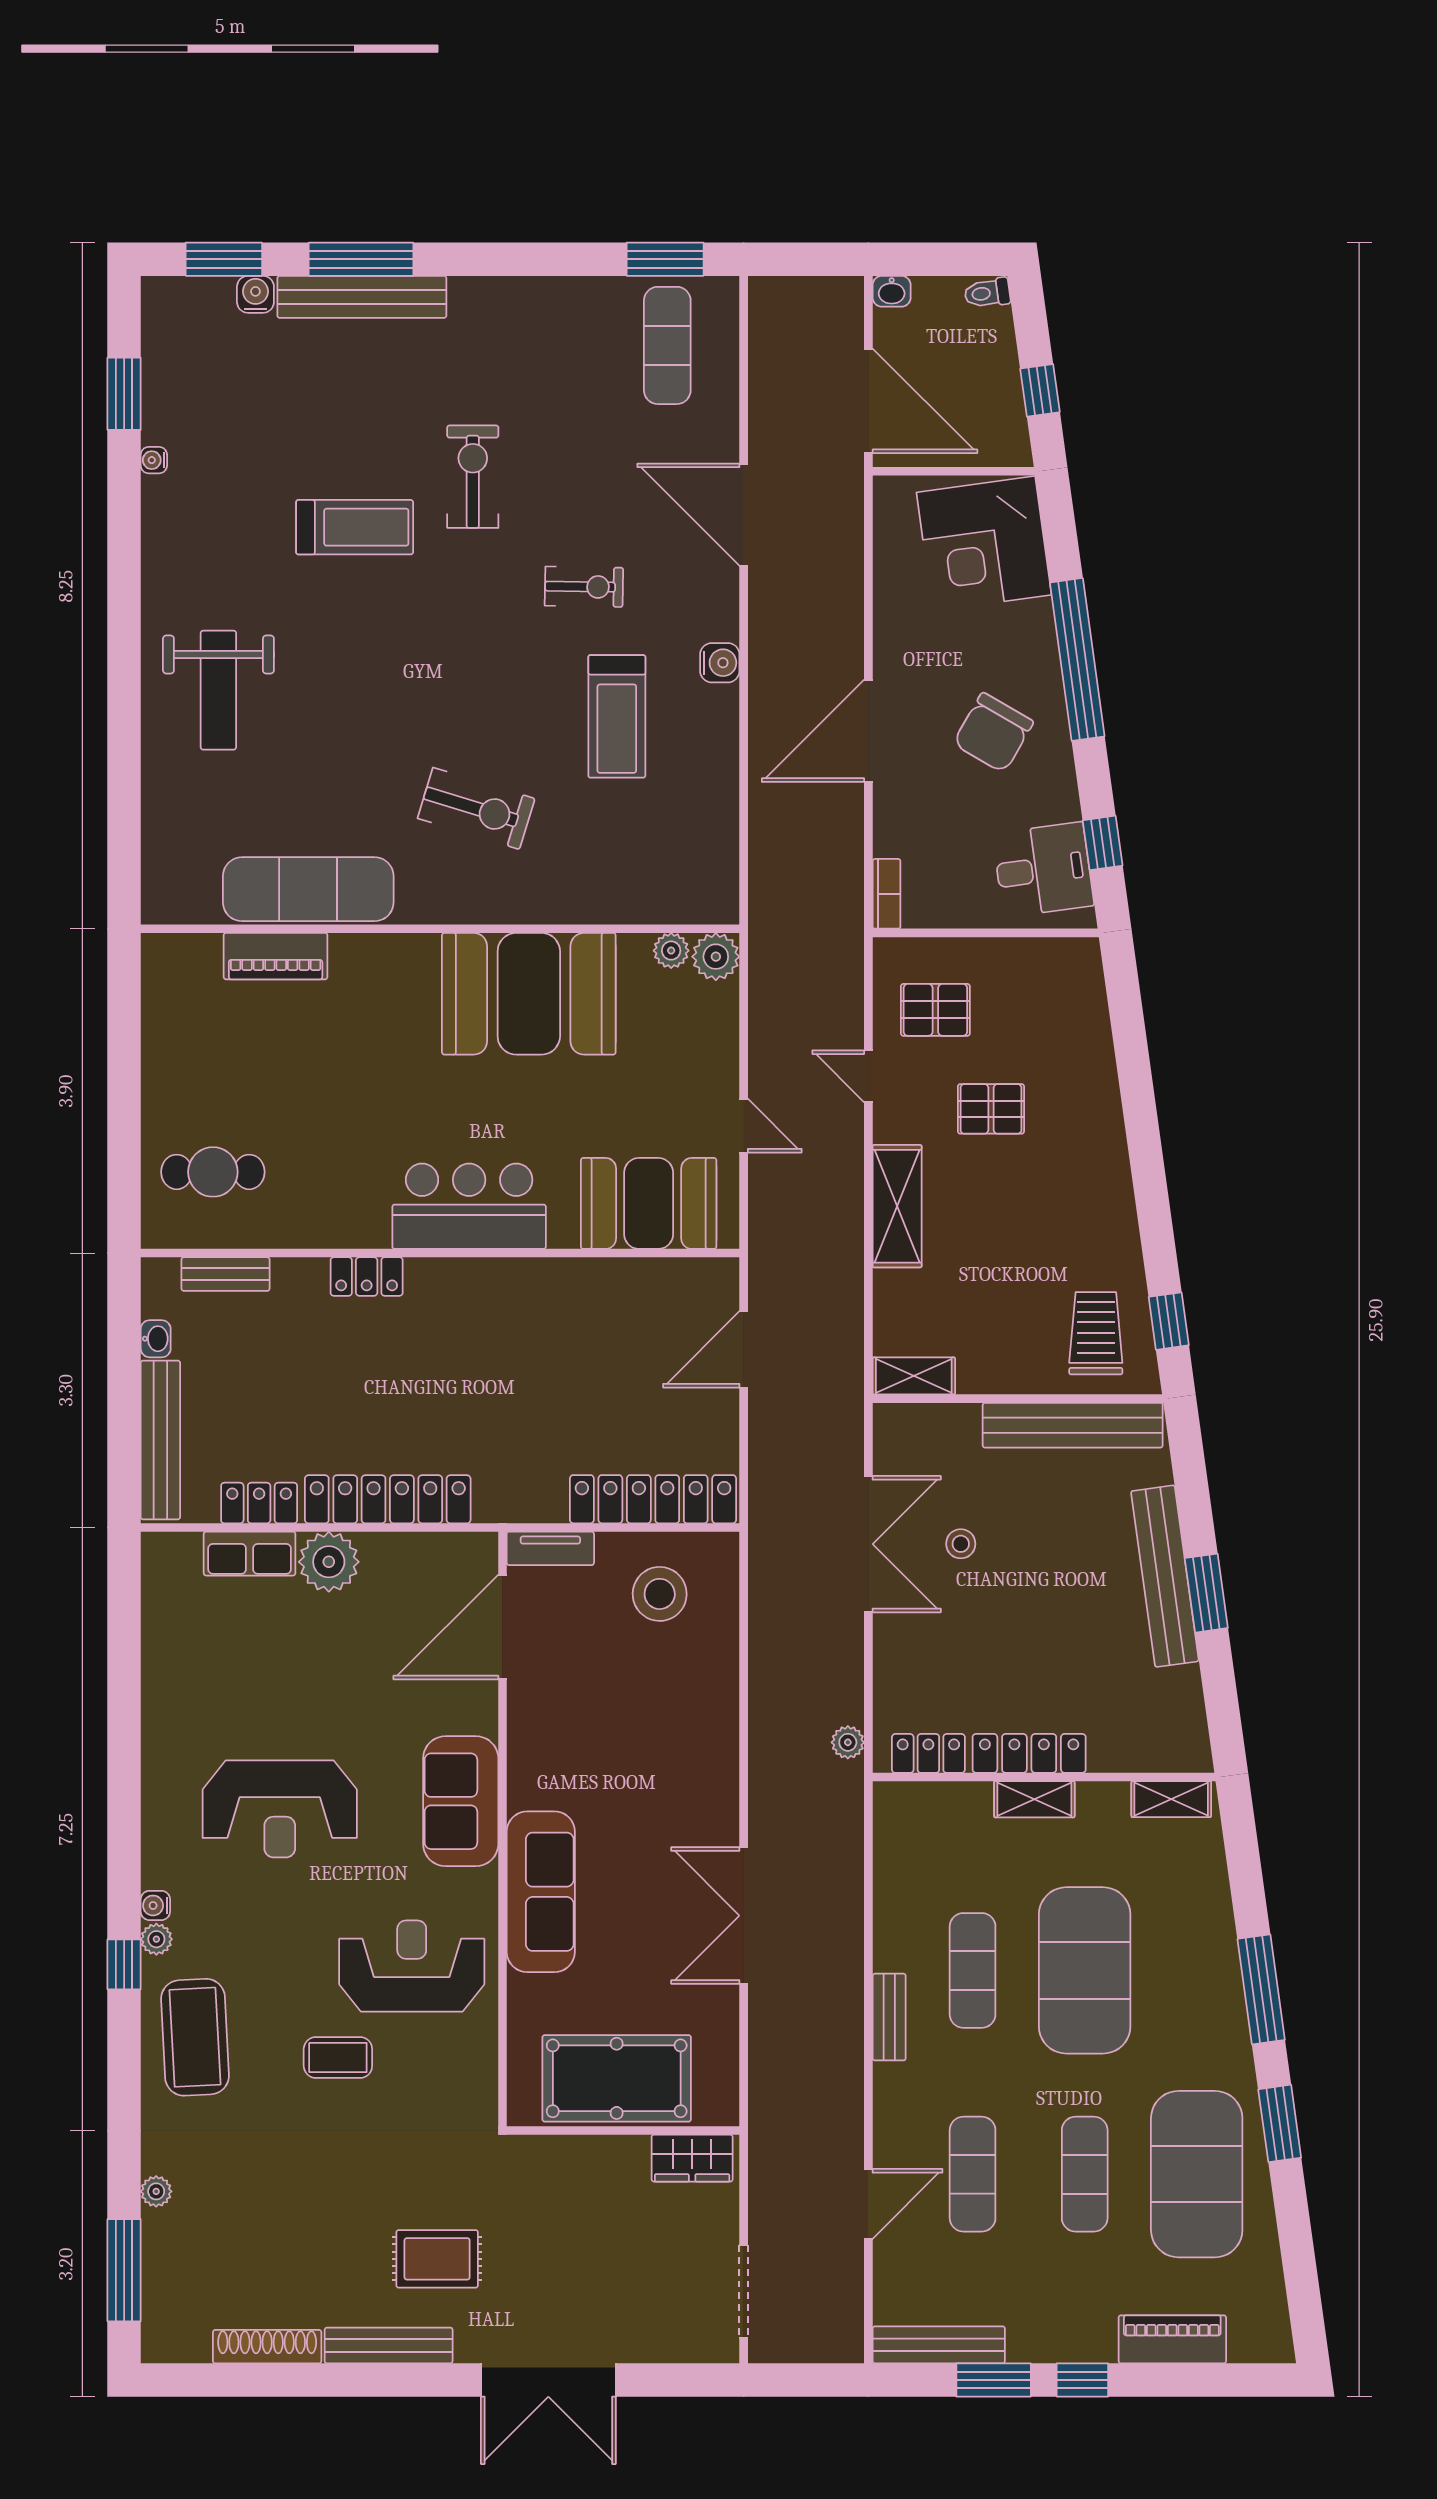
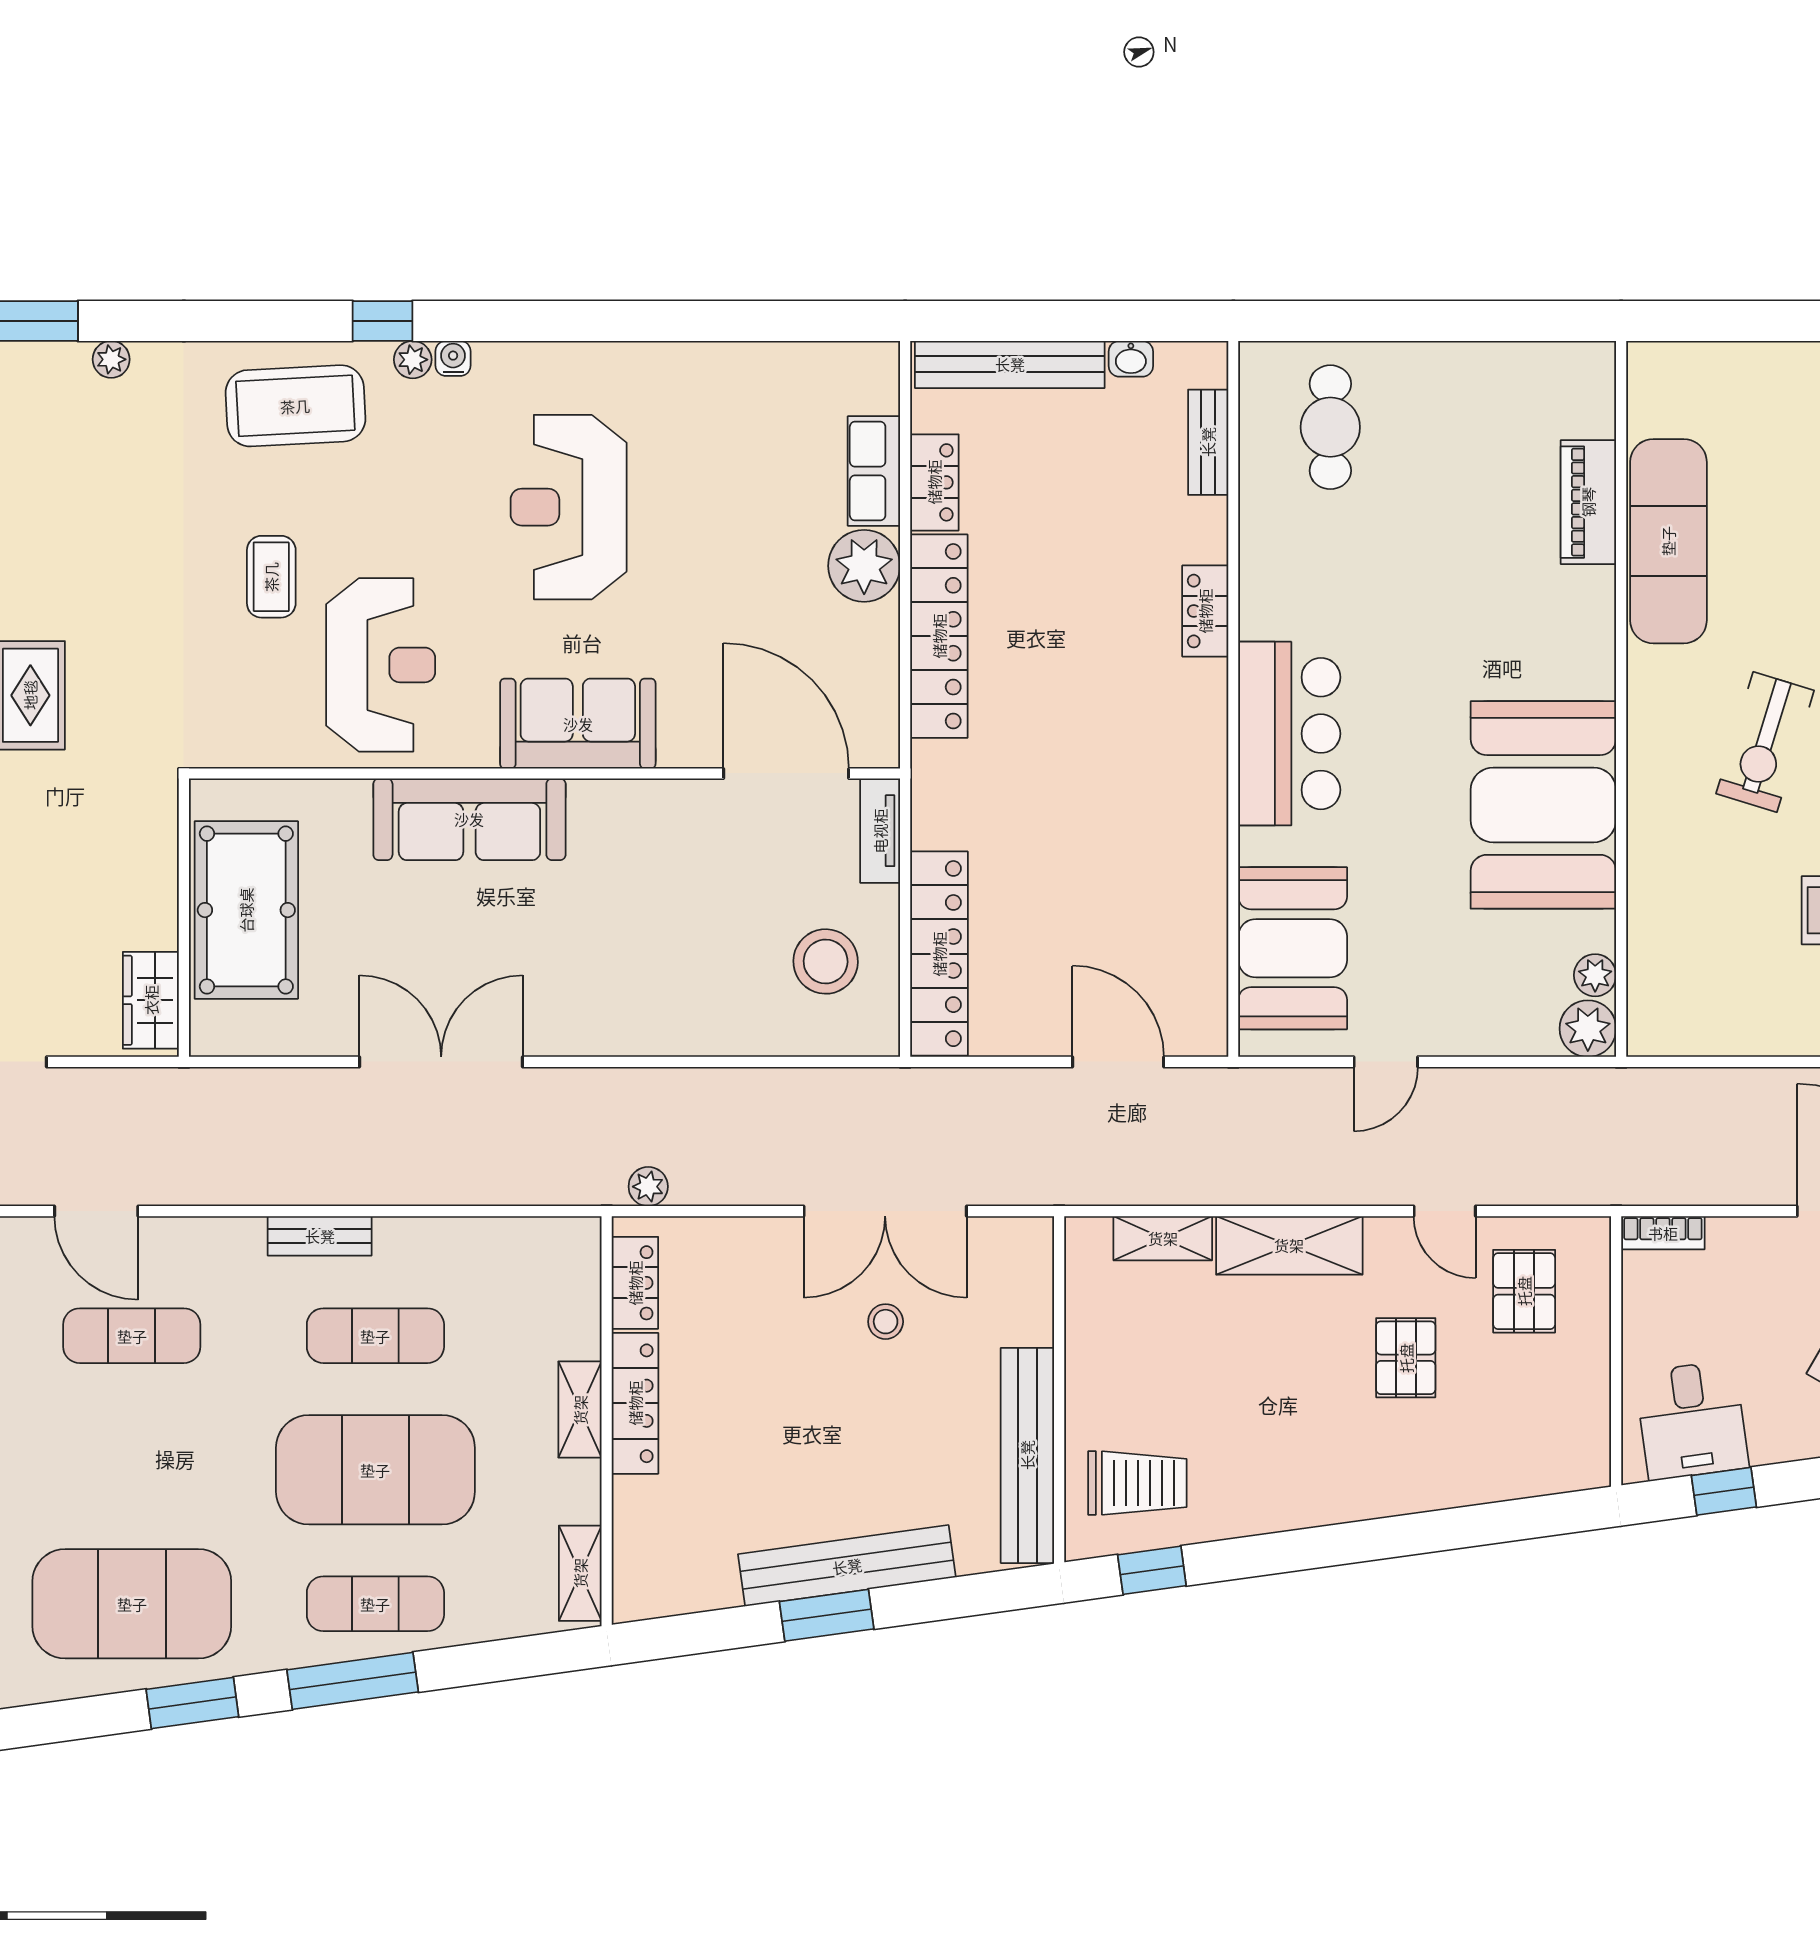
door: (868, 1076) -> (1445, 1211), swing flipped
shelving: (914, 1376) -> (1163, 1238), moved, turned 90
exercise mat: (1085, 2174) -> (375, 1604), moved

